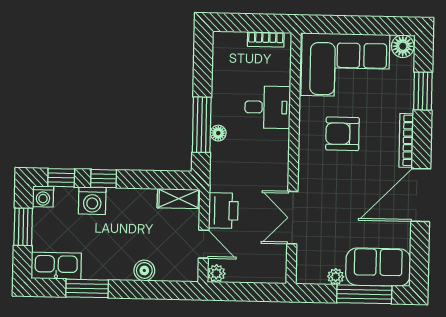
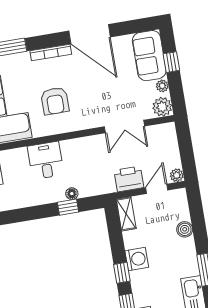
window: (202, 125) -> (68, 207), width x0.46
washing machine: (92, 201) -> (137, 259), moved
plant: (309, 271) -> (162, 107), added
window: (364, 294) -> (171, 62), width x0.46

